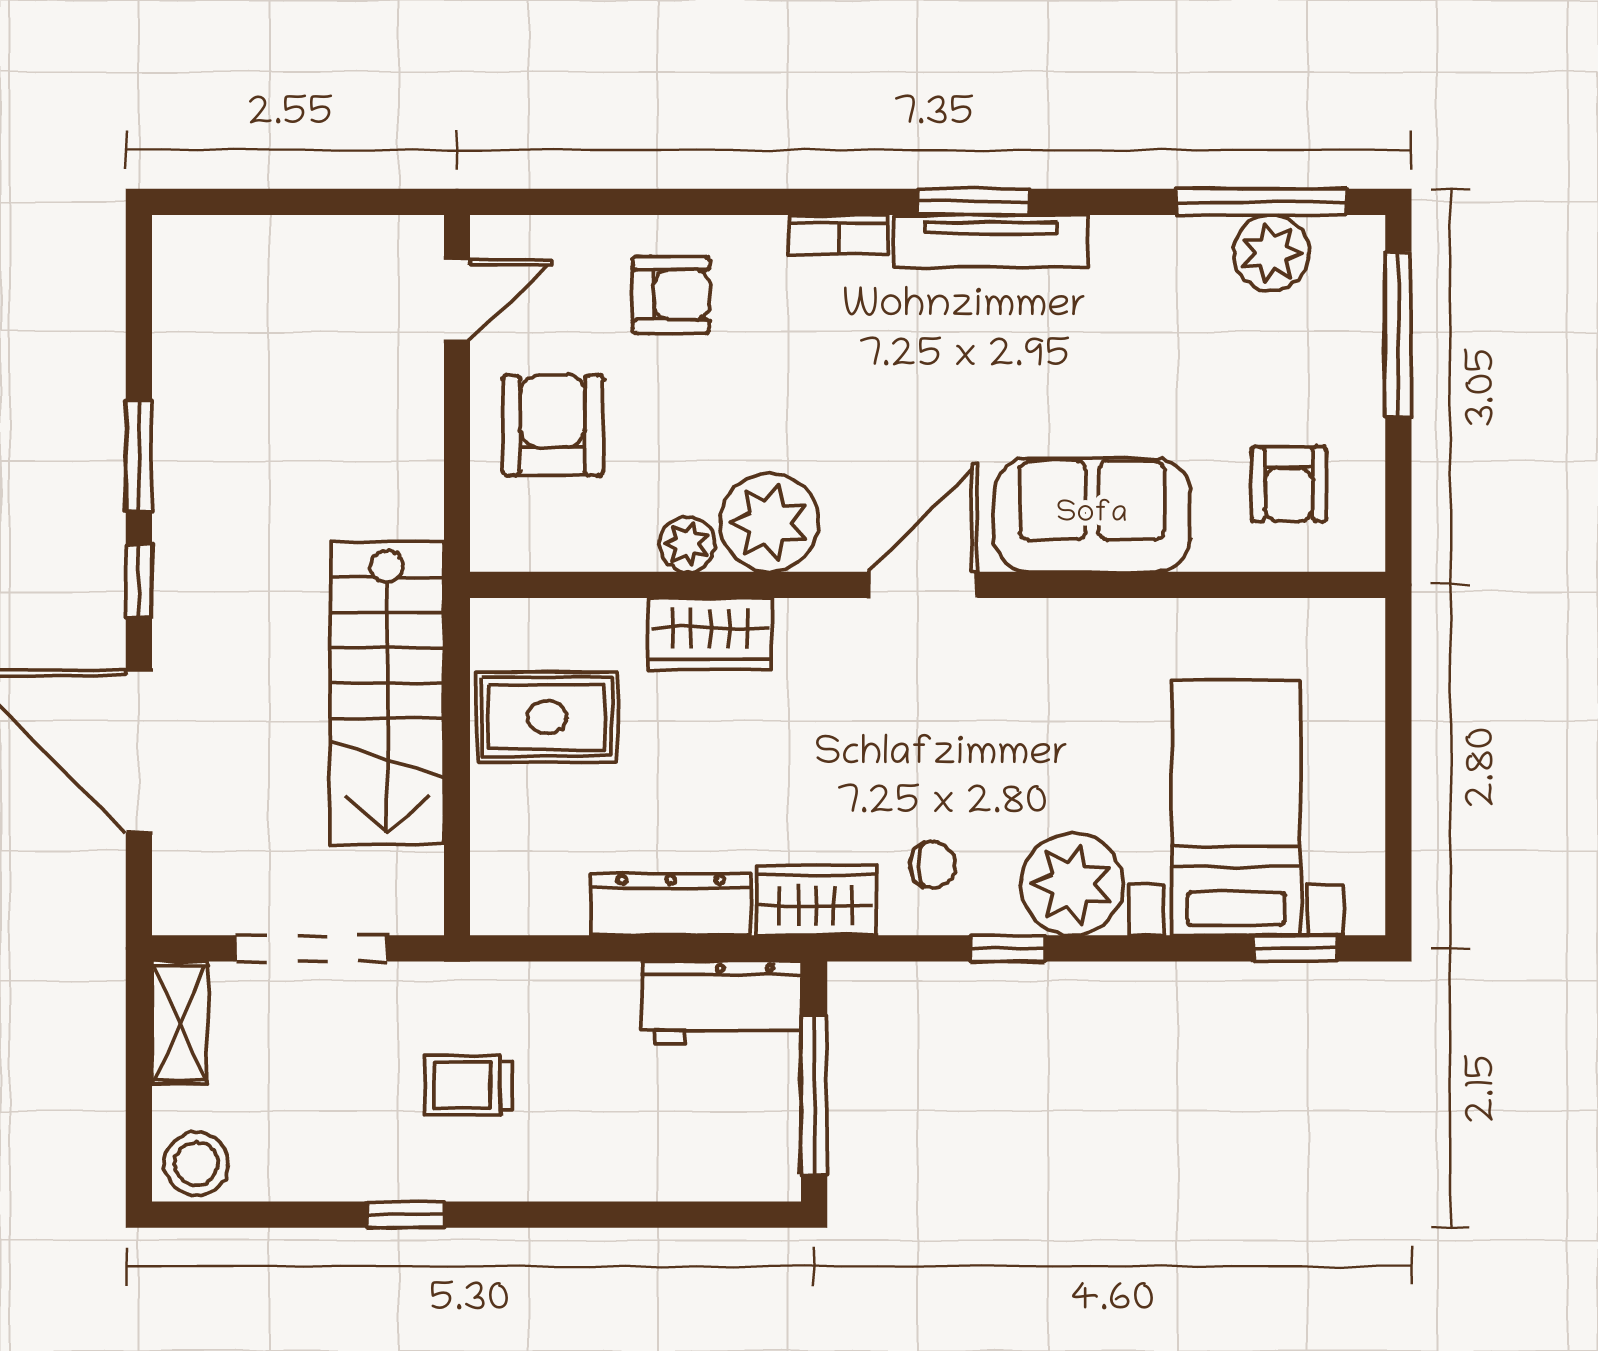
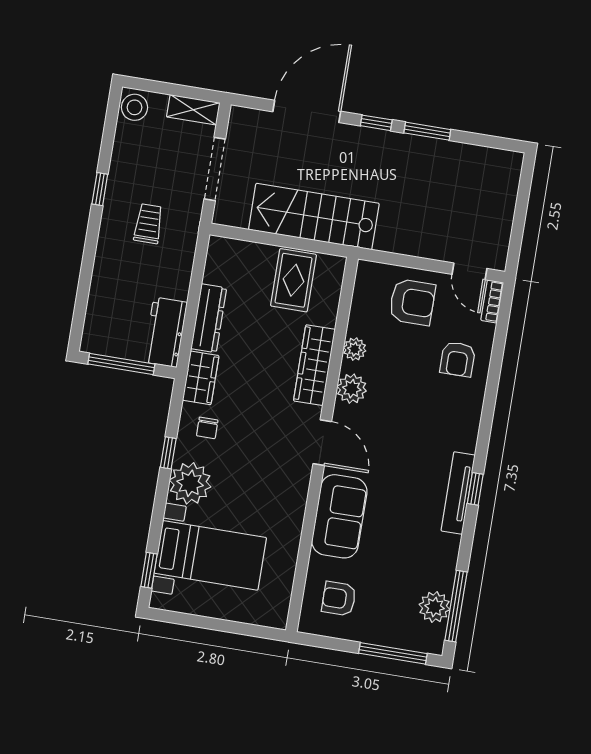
window: (974, 202) -> (475, 489), width x0.67
bookcase: (838, 235) -> (492, 301), moved
plant: (770, 522) -> (352, 389), width x0.73, depth x0.73
wardrobe: (710, 634) -> (314, 365), width x1.50

